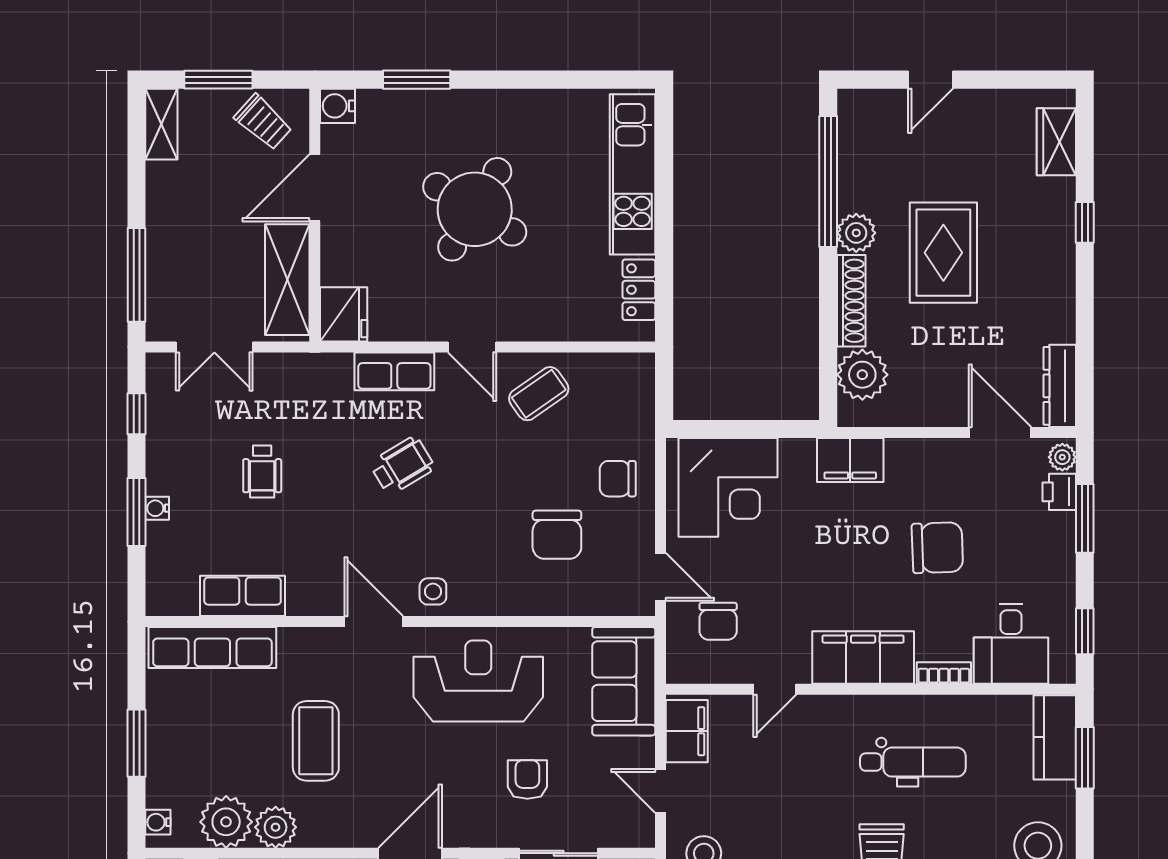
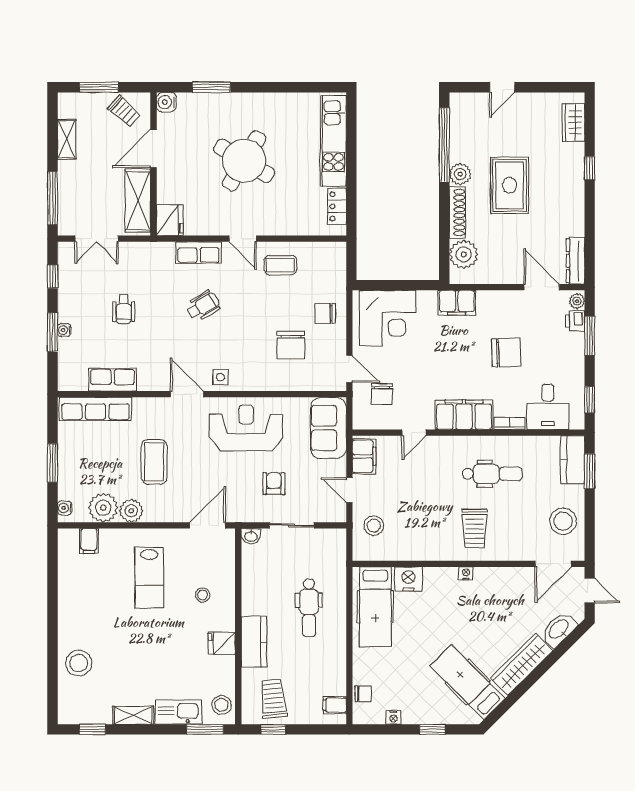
shelving: (161, 124) -> (67, 139), moved
coffee table: (539, 394) -> (280, 265), turned 35

